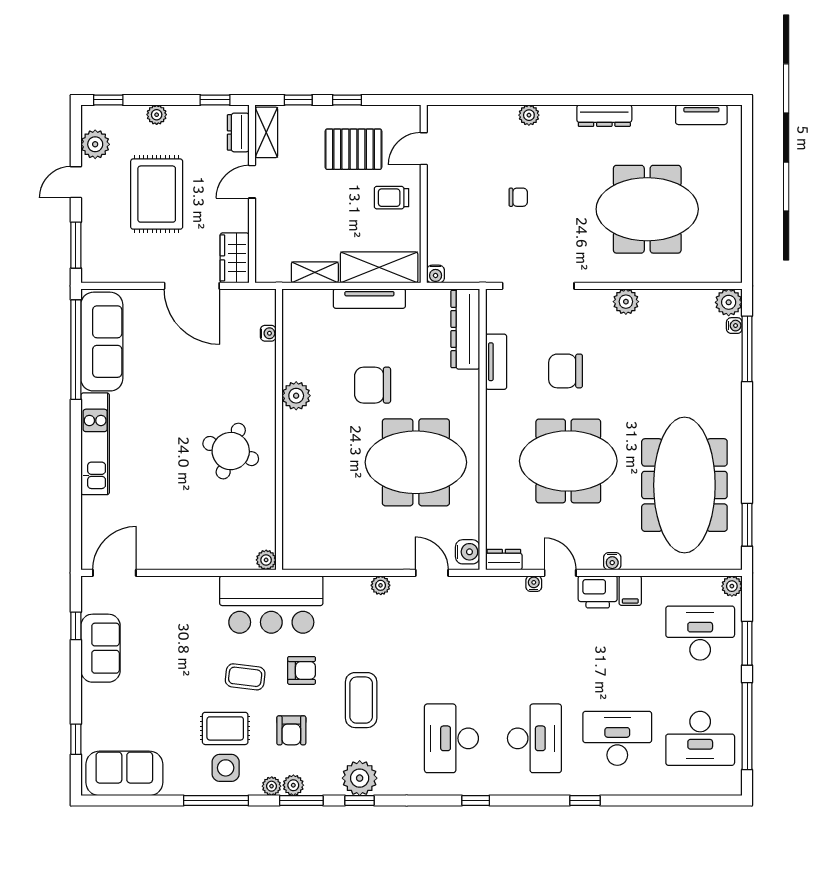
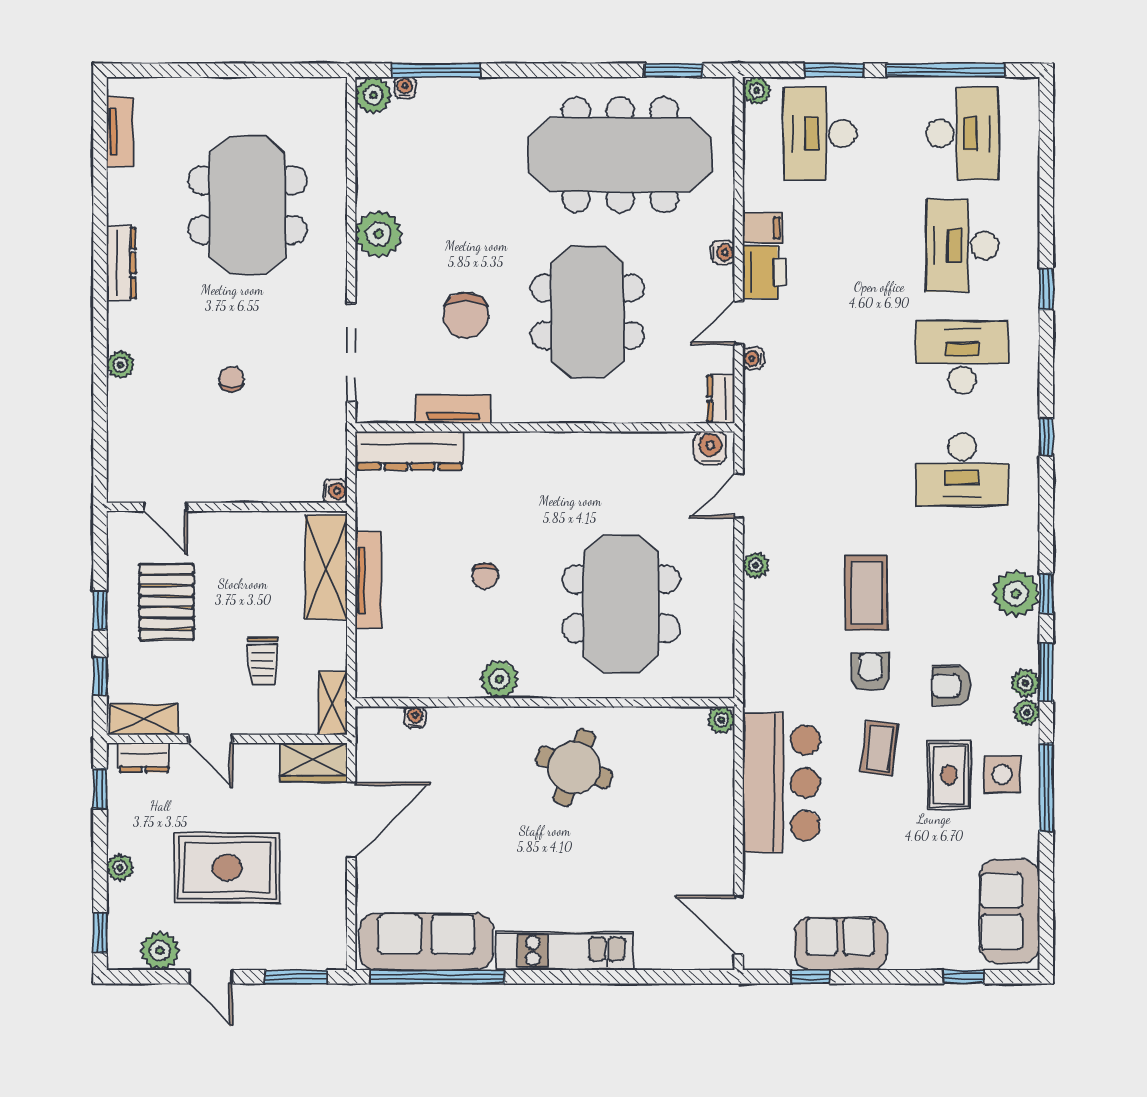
trolley: (392, 198) -> (263, 661), moved
shelving: (315, 272) -> (333, 703), moved
plant: (626, 302) -> (379, 234), width x1.36, depth x1.36
chair: (373, 385) -> (485, 576), width x0.54, depth x0.54
meeting table: (416, 462) -> (621, 604), moved
bar counter: (271, 604) -> (781, 783), moved
coffee table: (361, 700) -> (866, 593), moved, turned 90
armchair: (291, 730) -> (951, 686), turned 180

